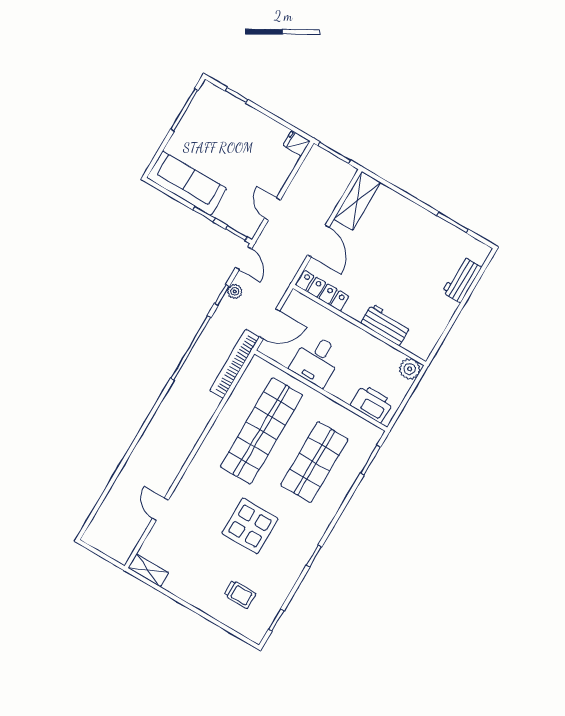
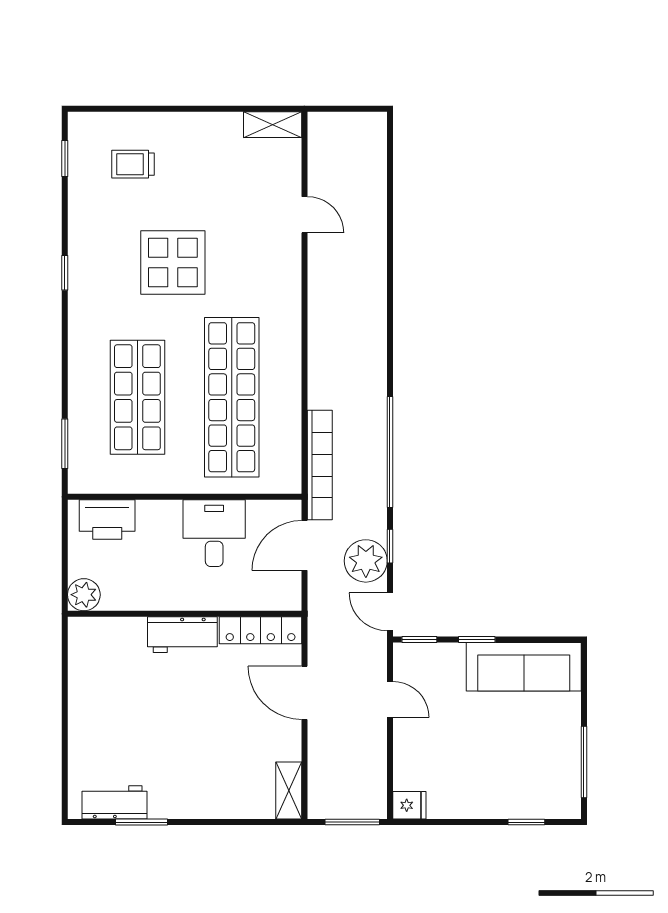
shelving: (357, 201) -> (289, 791), width x0.67, depth x0.75
workbench: (462, 280) -> (115, 802), moved, turned -90
plant: (235, 291) -> (366, 561), width x1.88, depth x1.88
workbench: (386, 325) -> (182, 635), moved

